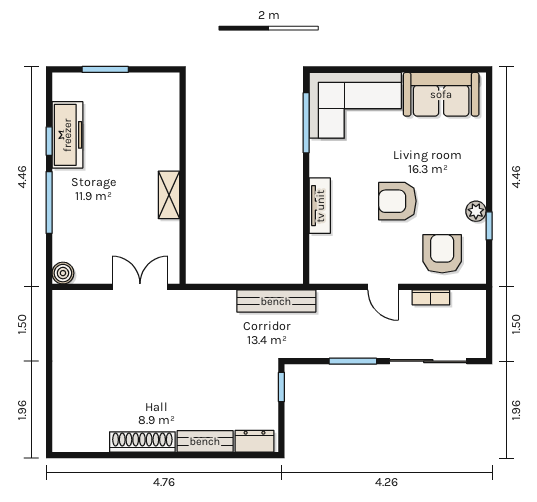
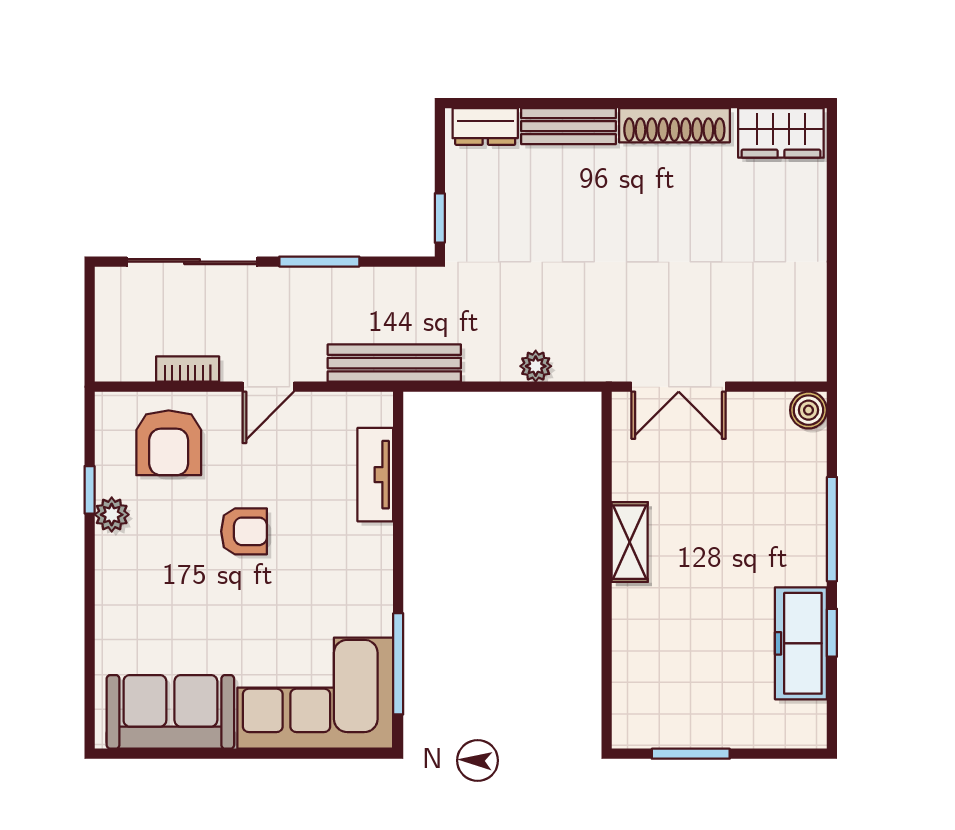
window: (105, 69) -> (691, 754), moved
armchair: (397, 201) -> (244, 531), width x0.72, depth x0.72
tv unit: (320, 206) -> (375, 475), moved
door: (383, 287) -> (268, 387), swing flipped
plant: (225, 299) -> (536, 366), added
bench: (276, 301) -> (394, 363), moved
wardrobe: (79, 437) -> (781, 133), added

